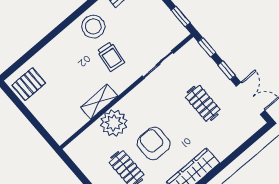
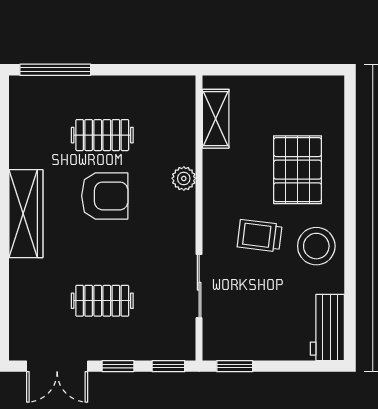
pallet: (29, 84) -> (297, 170), moved, width x1.50, depth x1.42
shelving: (99, 102) -> (216, 119), moved
plant: (114, 123) -> (184, 178), width x0.53, depth x0.53

